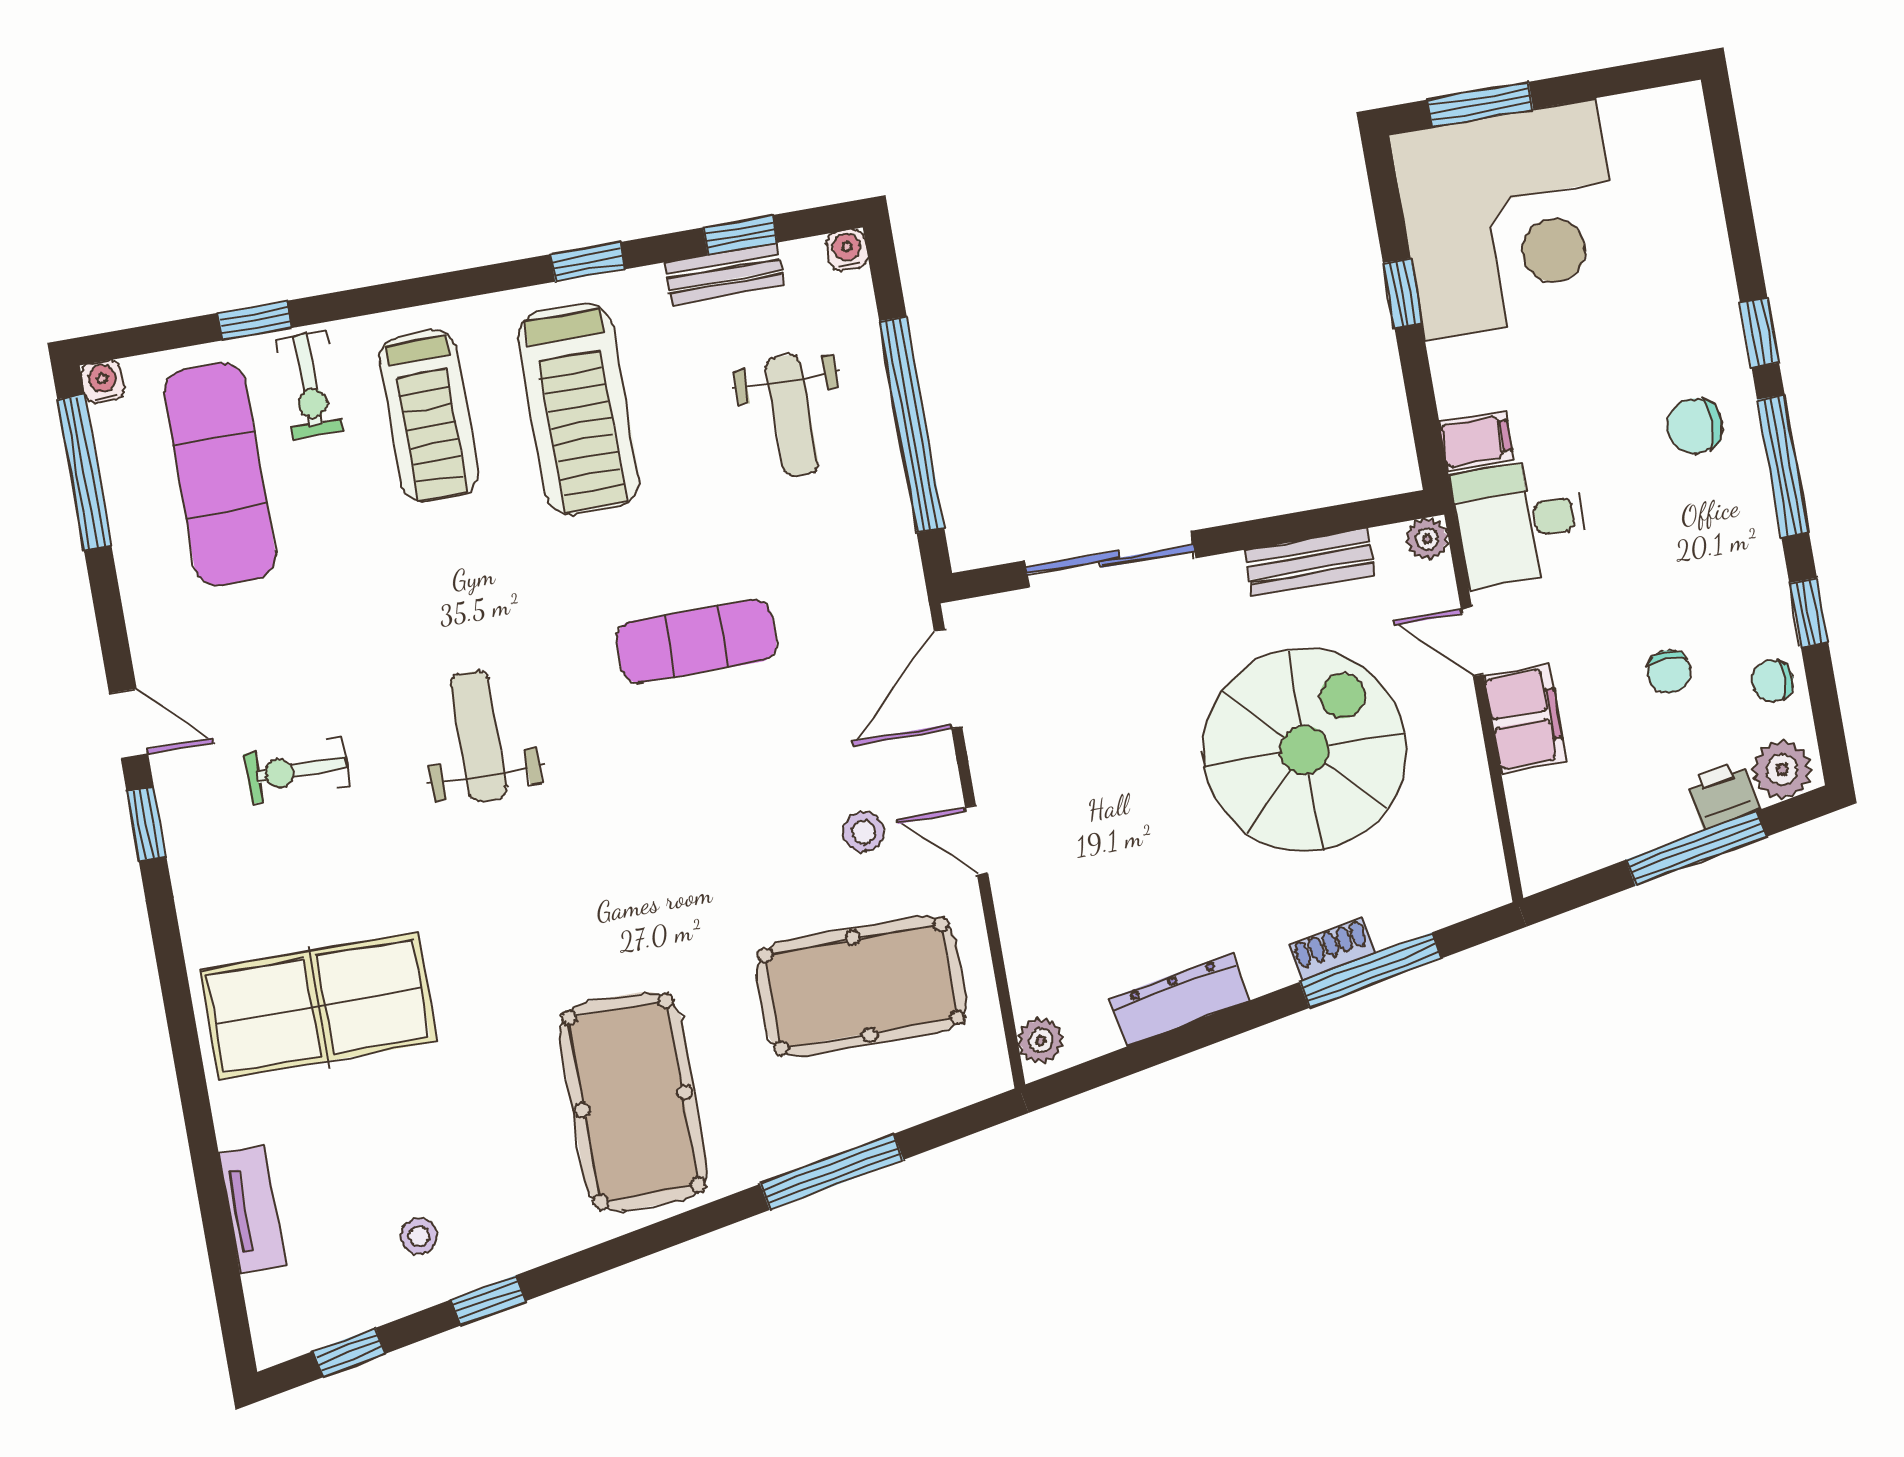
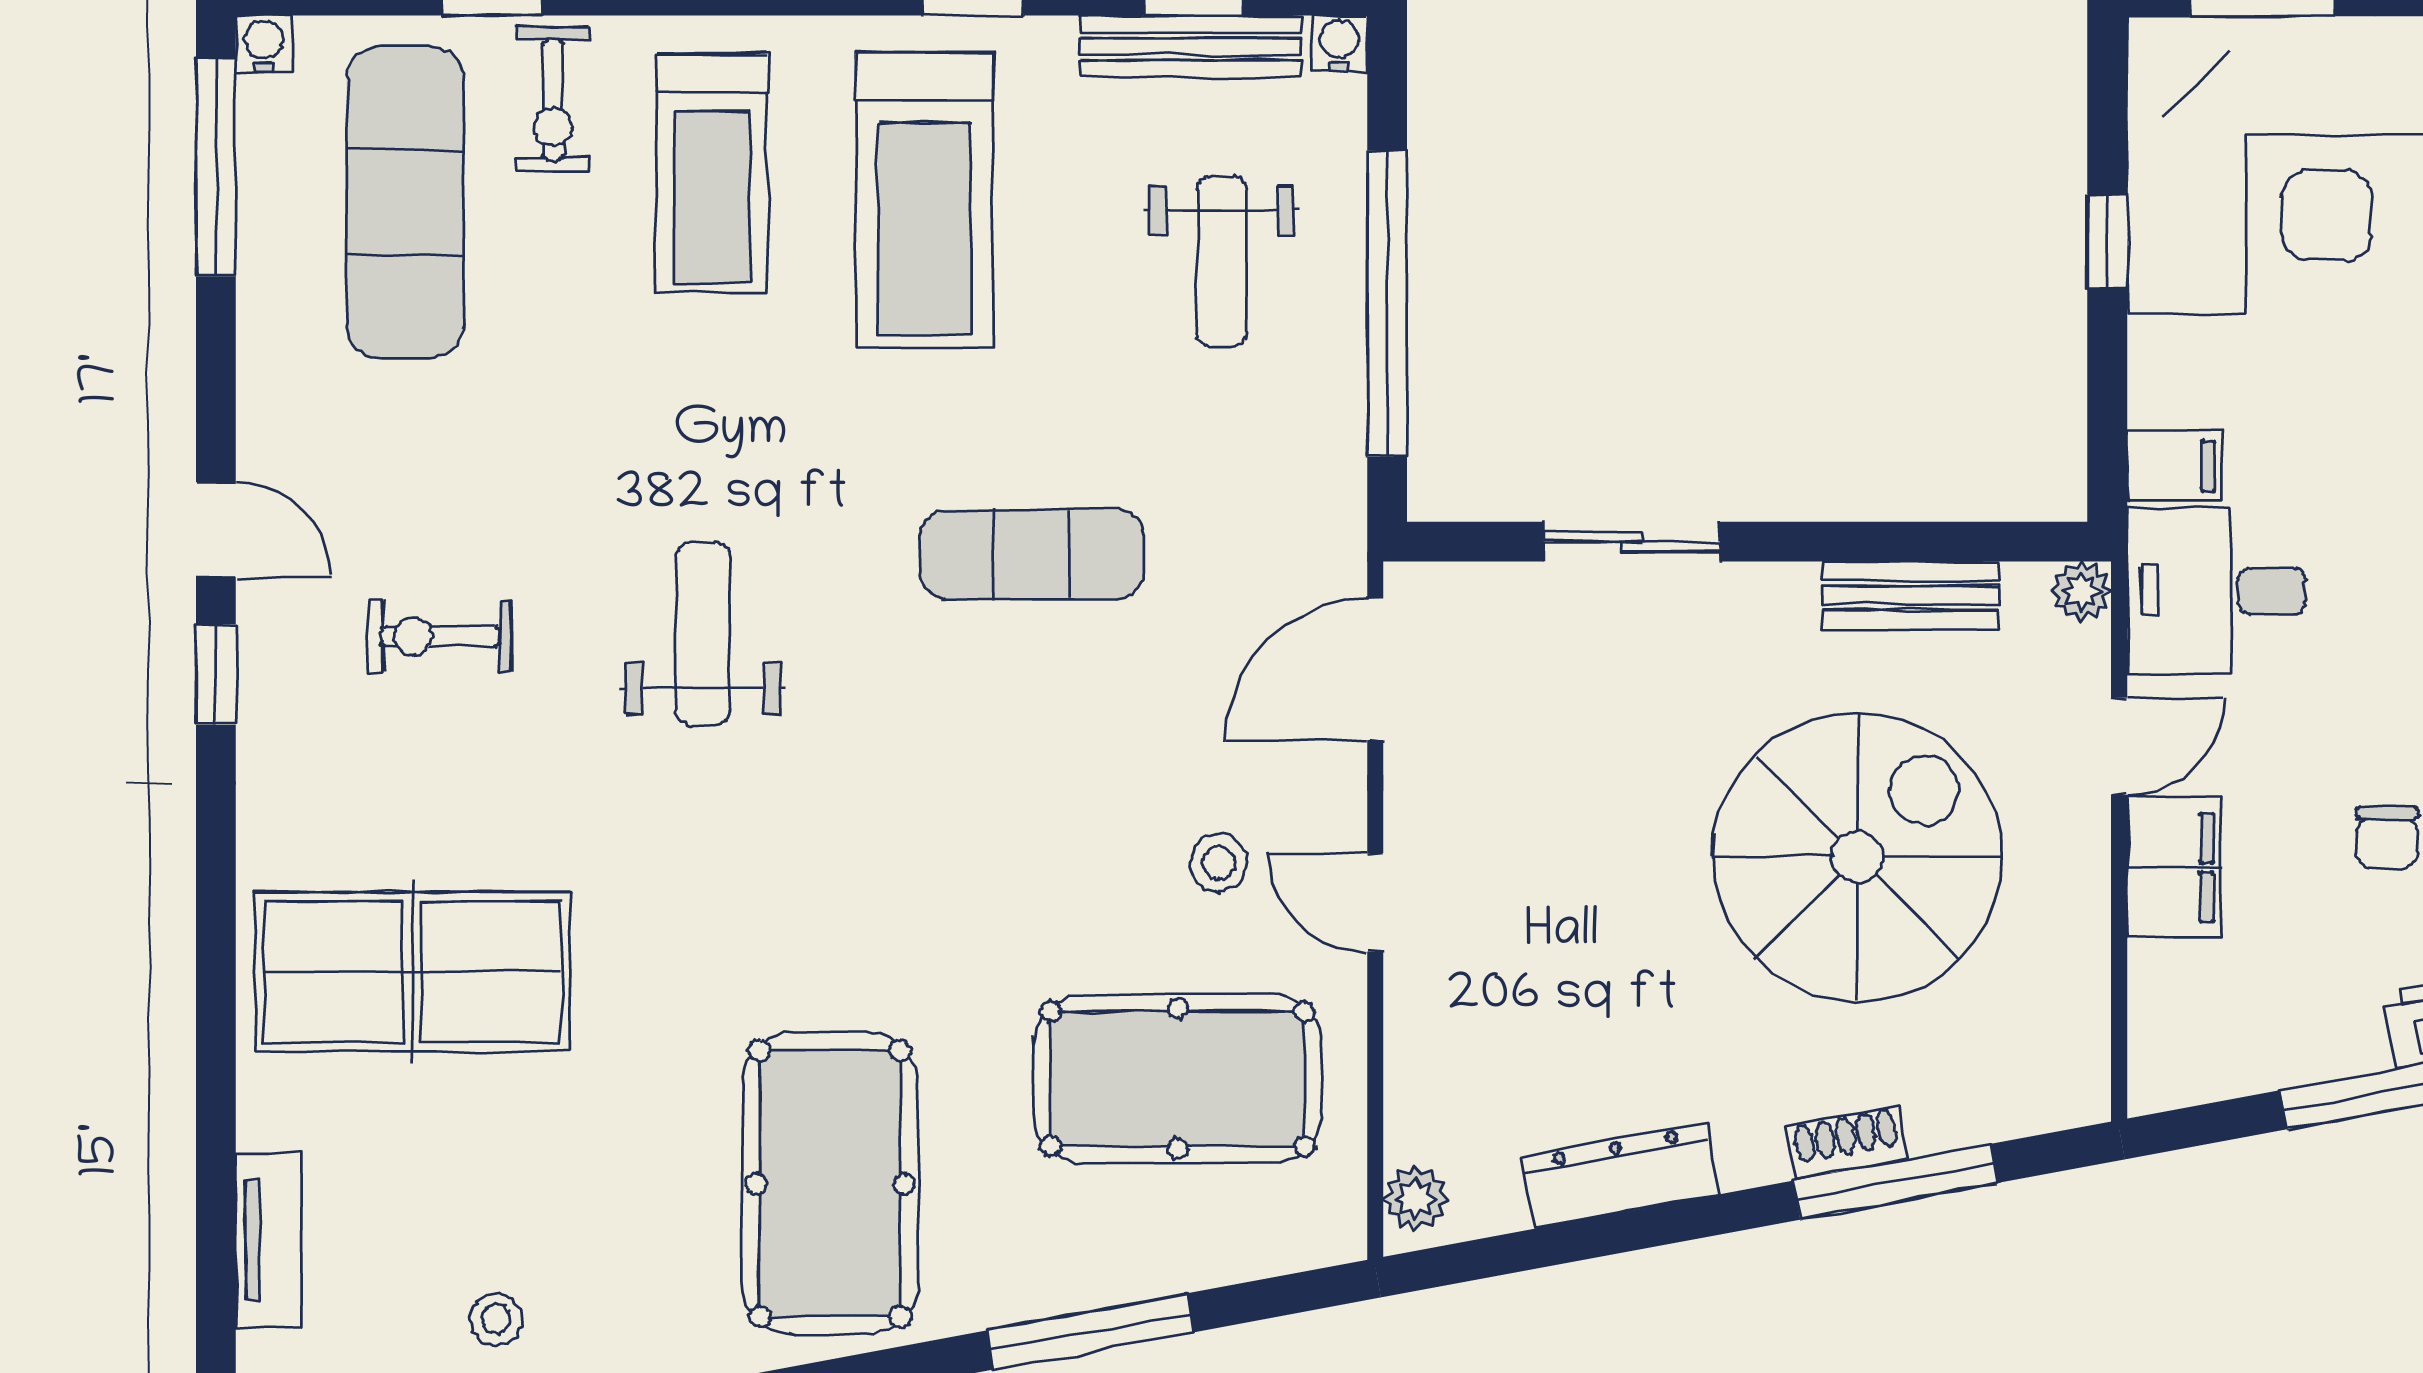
bench: (724, 274) -> (1191, 46), width x1.36
sliding door: (1110, 559) -> (1632, 542), width x0.73
door: (1472, 642) -> (2119, 746), swing flipped

